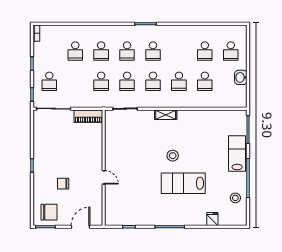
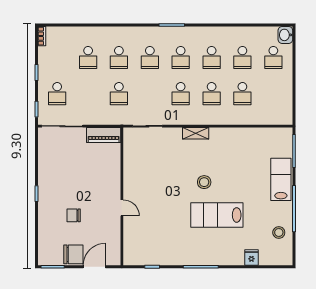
washbasin: (241, 77) -> (285, 35), moved
school desk: (127, 81) -> (212, 58), moved
chair: (49, 212) -> (73, 254), moved

